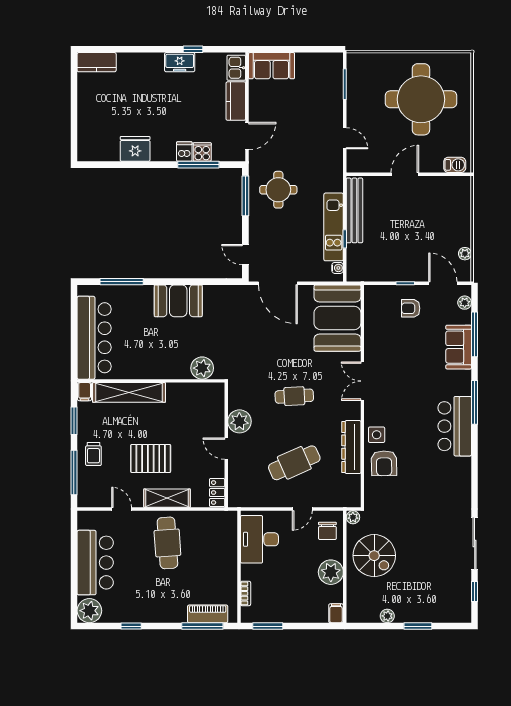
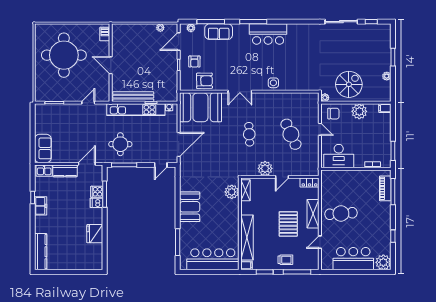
kitchen counter: (97, 62) -> (41, 252), width x1.50
door: (247, 136) -> (87, 164), hinge flipped
kitchen unit: (334, 227) -> (136, 110), width x1.36
shelving: (205, 390) -> (246, 190), added
dresser: (351, 447) -> (281, 99), removed
armchair: (384, 463) -> (204, 81), moved

